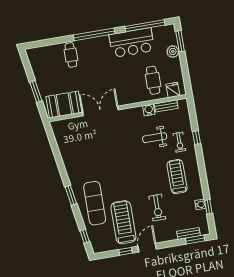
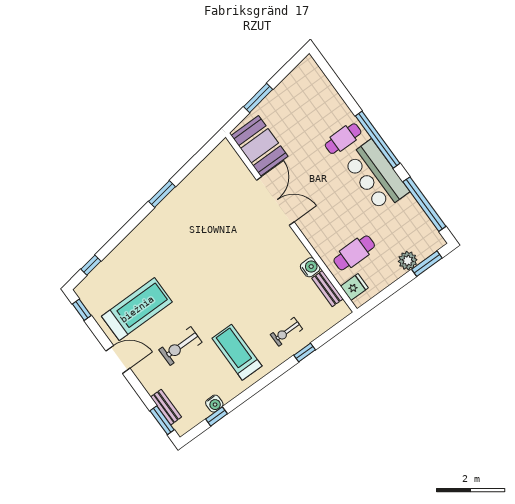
bar counter: (132, 43) -> (376, 176), moved
cafe table: (71, 55) -> (343, 139), moved
weight bench: (155, 138) -> (276, 294), removed
treadmill: (177, 177) -> (237, 352), turned -90
window: (71, 195) -> (162, 194), moved
exercise mat: (95, 203) -> (144, 256), removed
window: (126, 251) -> (82, 310), moved

